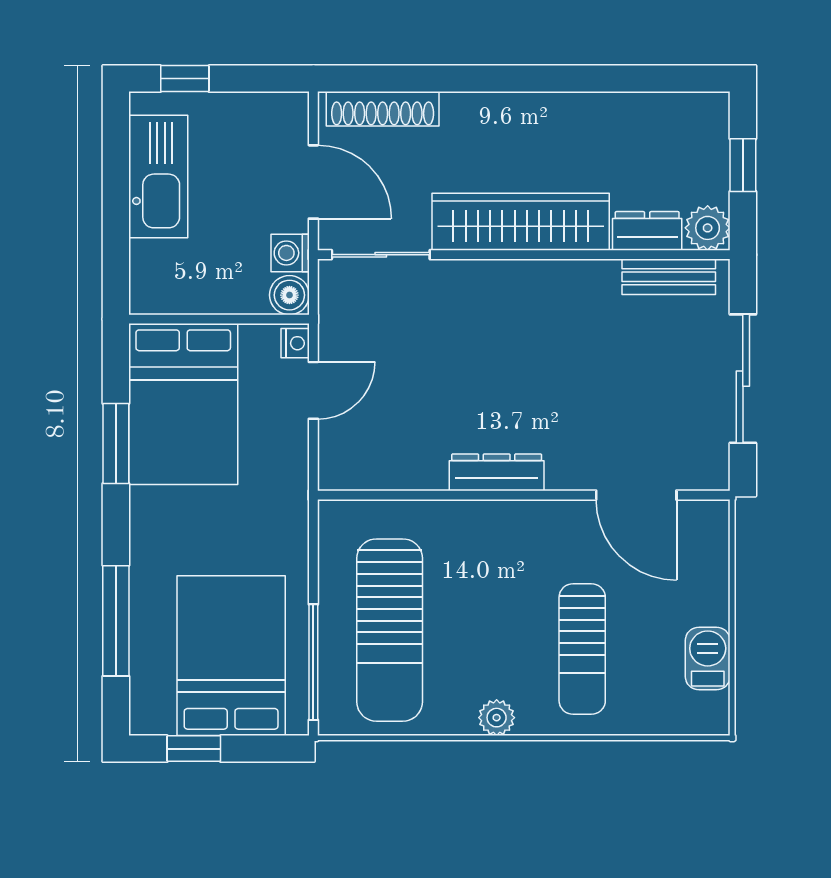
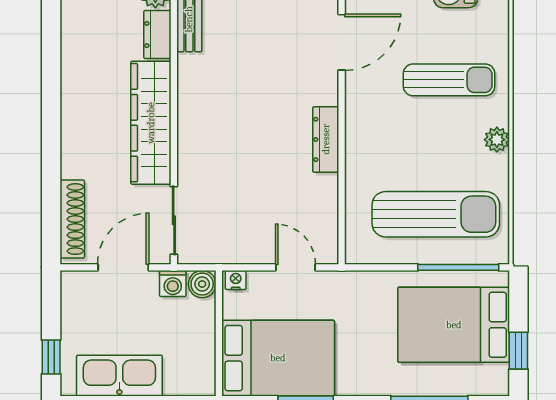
door: (313, 390) -> (295, 267), moved

